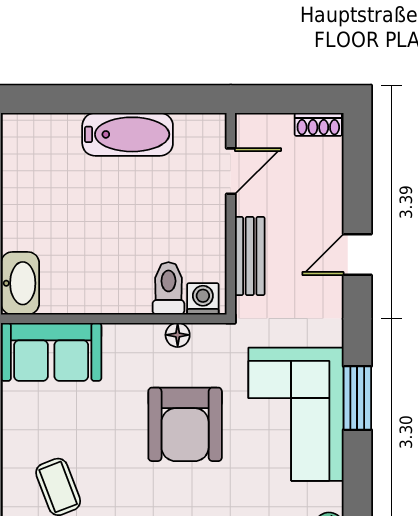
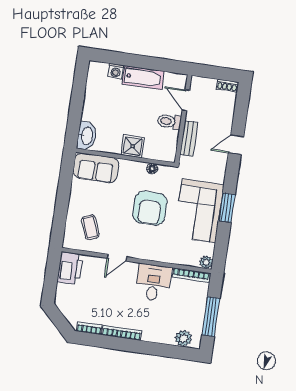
door: (231, 171) -> (186, 100), swing flipped
toilet: (168, 288) -> (169, 121), moved, turned -90
shower: (126, 291) -> (133, 146), added
washing machine: (203, 299) -> (116, 71), moved, turned 180

